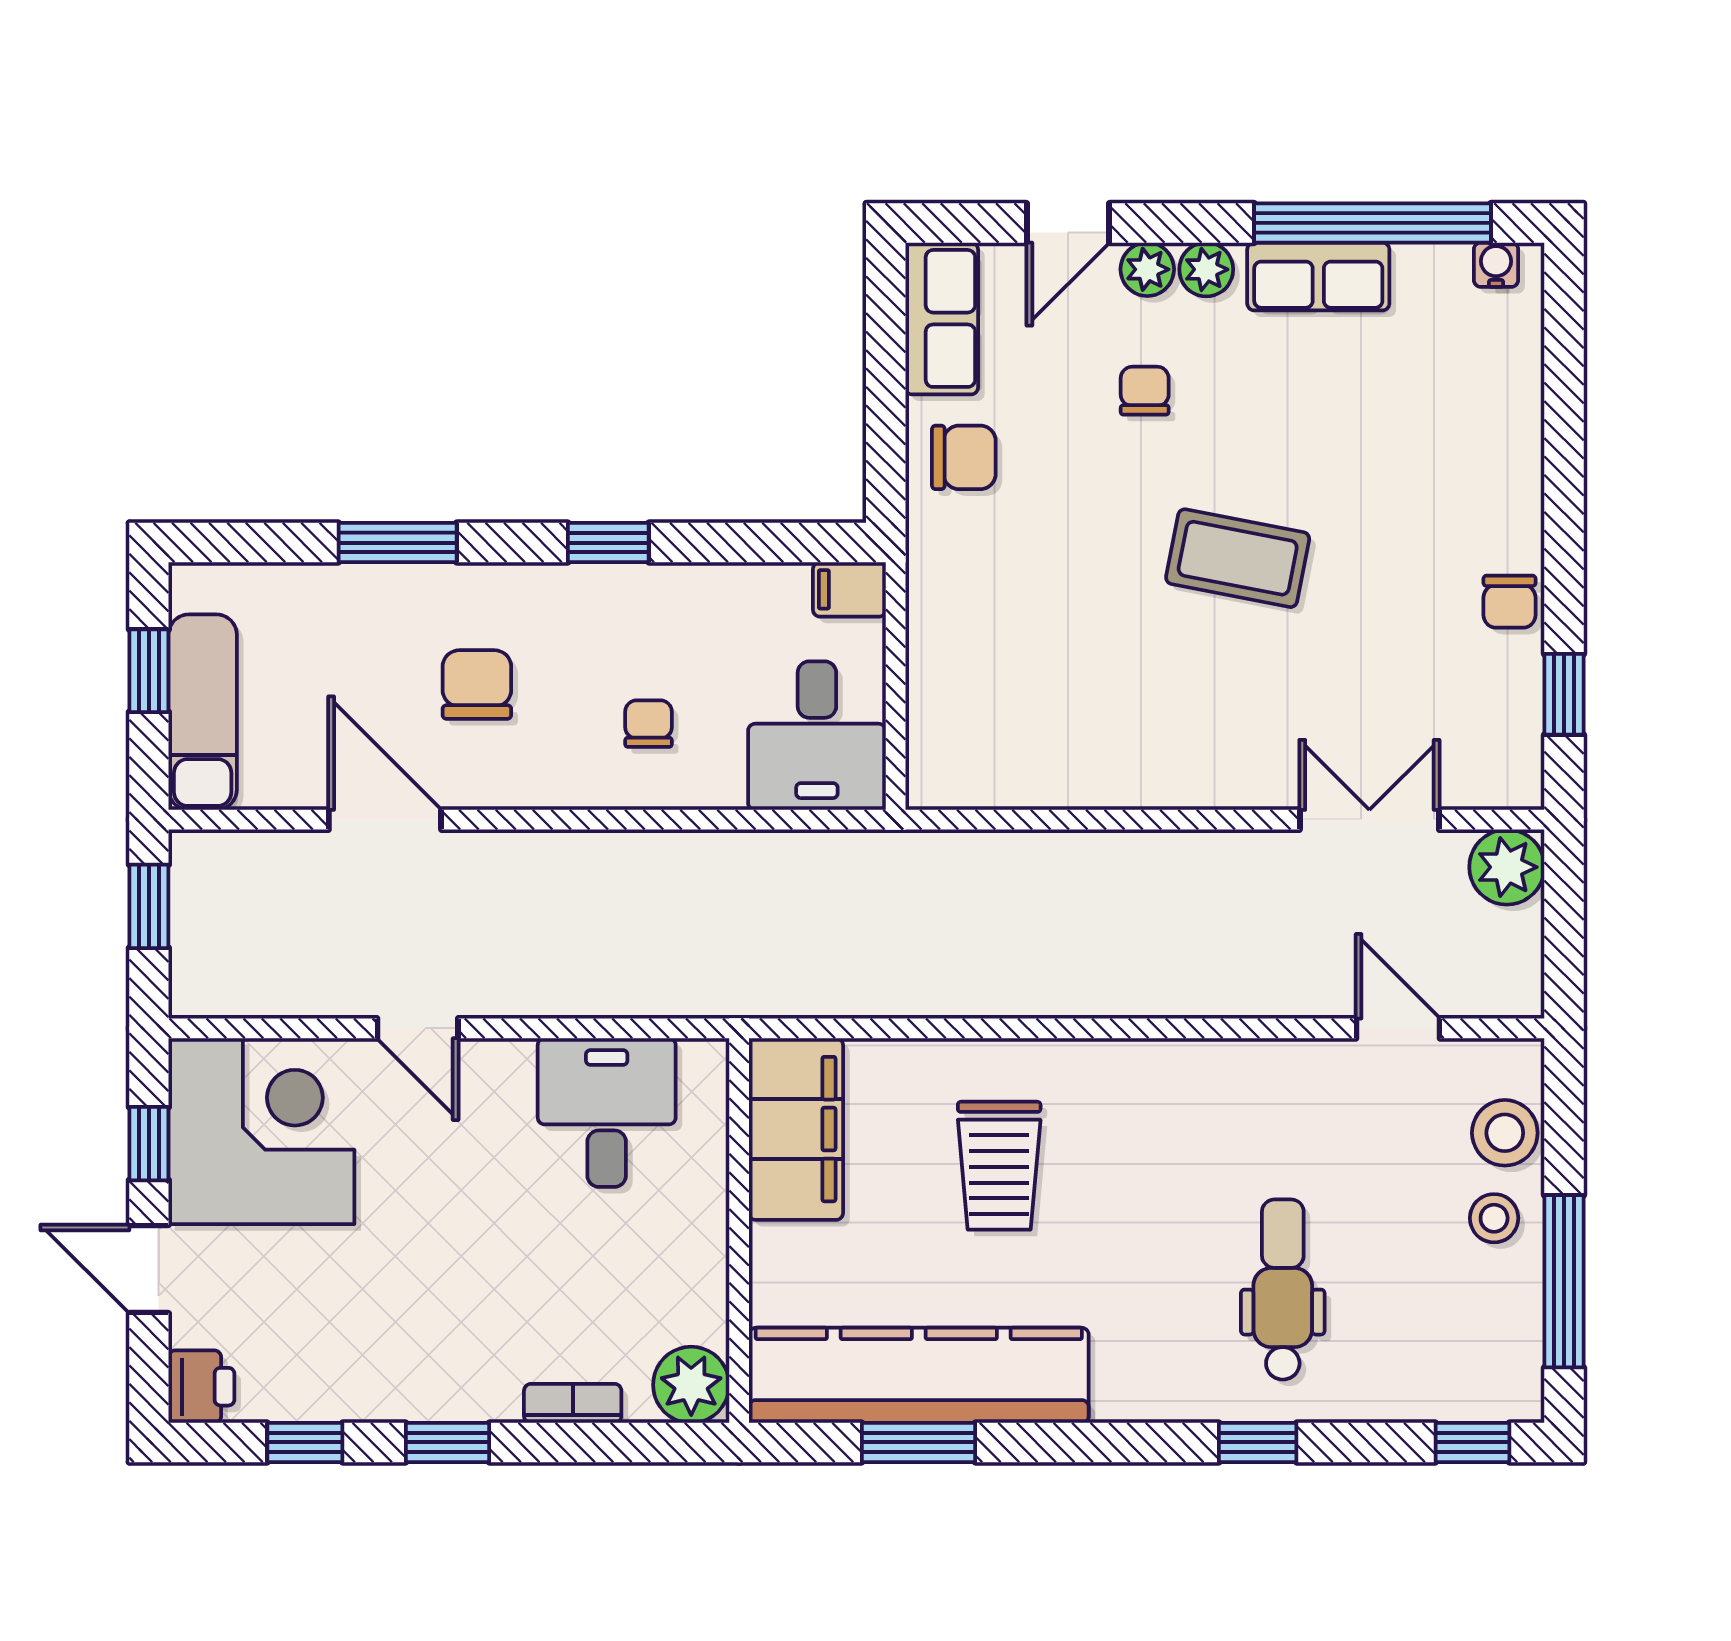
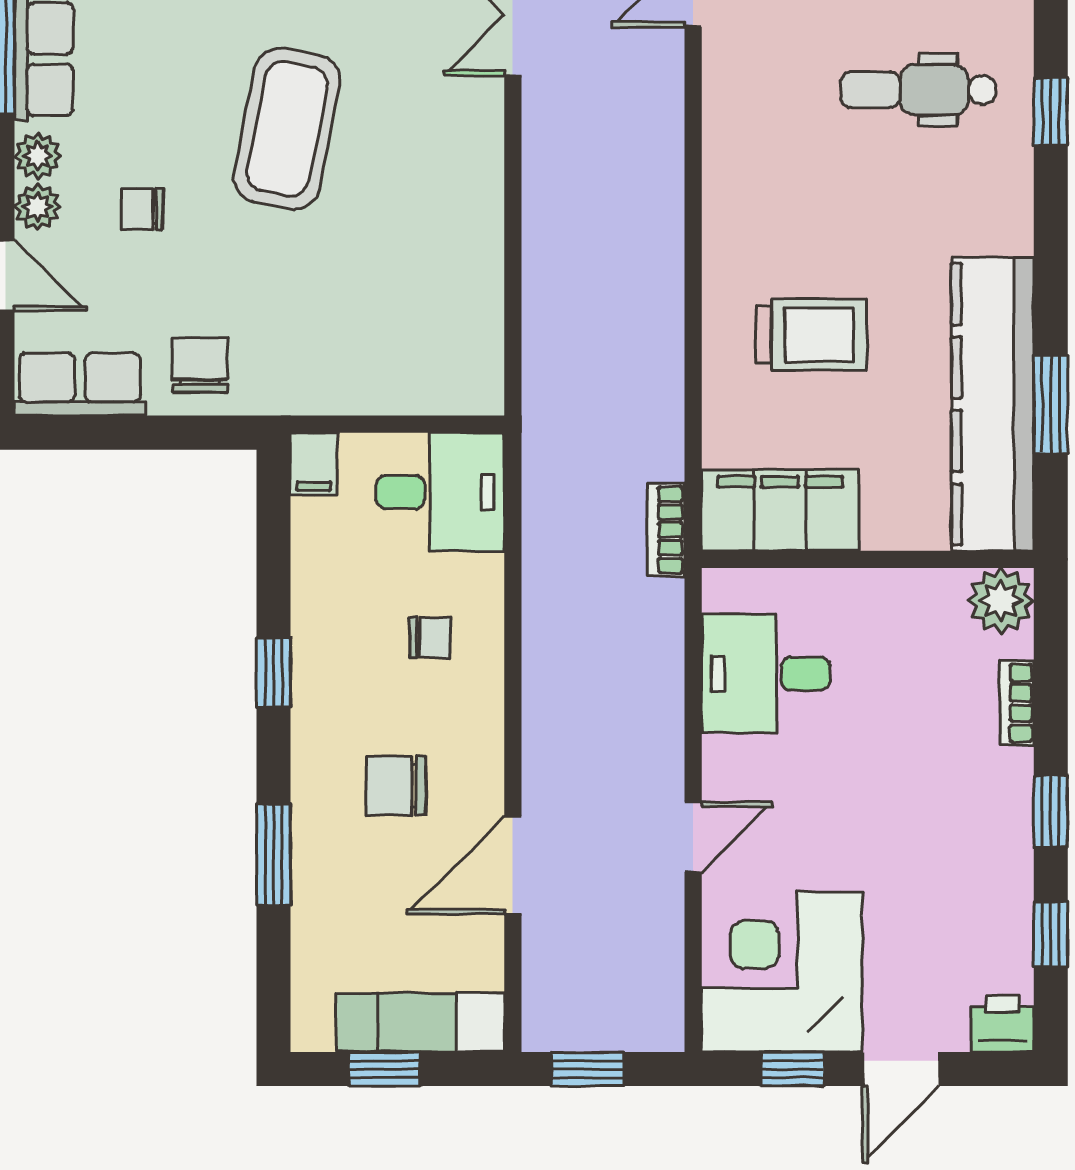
coffee table: (1238, 558) -> (287, 129), width x1.36, depth x1.32
chair: (648, 724) -> (430, 638), turned 180
bookcase: (773, 997) -> (666, 530), added

